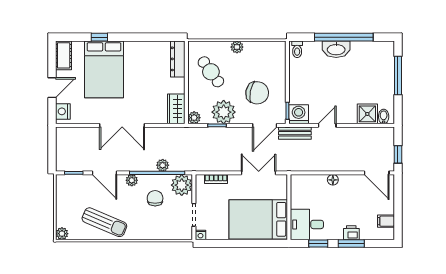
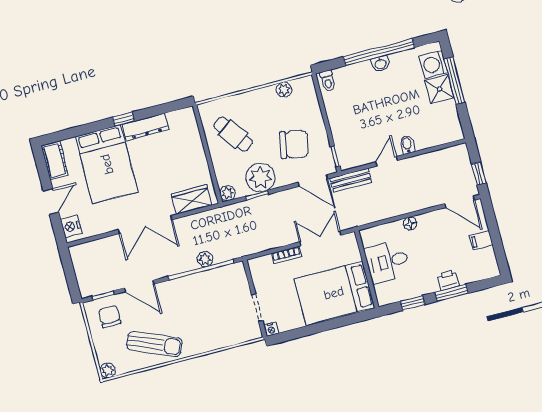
window: (99, 37) -> (123, 119), moved
plant: (237, 47) -> (284, 90), moved
washbasin: (336, 49) -> (380, 64), width x0.52, depth x0.69
dresser: (178, 59) -> (145, 127), moved, turned -90
wardrobe: (176, 109) -> (192, 200), moved, turned 90
washing machine: (299, 114) -> (433, 64), moved, turned -90
shower: (367, 114) -> (439, 89), moved
bidet: (384, 117) -> (407, 145), moved
door: (265, 125) -> (313, 181), hinge flipped
bookcase: (216, 179) -> (287, 255), moved
plant: (132, 180) -> (173, 286), removed
plant: (182, 185) -> (234, 276), removed
chair: (155, 198) -> (110, 317), moved
filing cabinet: (386, 221) -> (481, 240), moved
desk: (307, 224) -> (387, 262), moved

